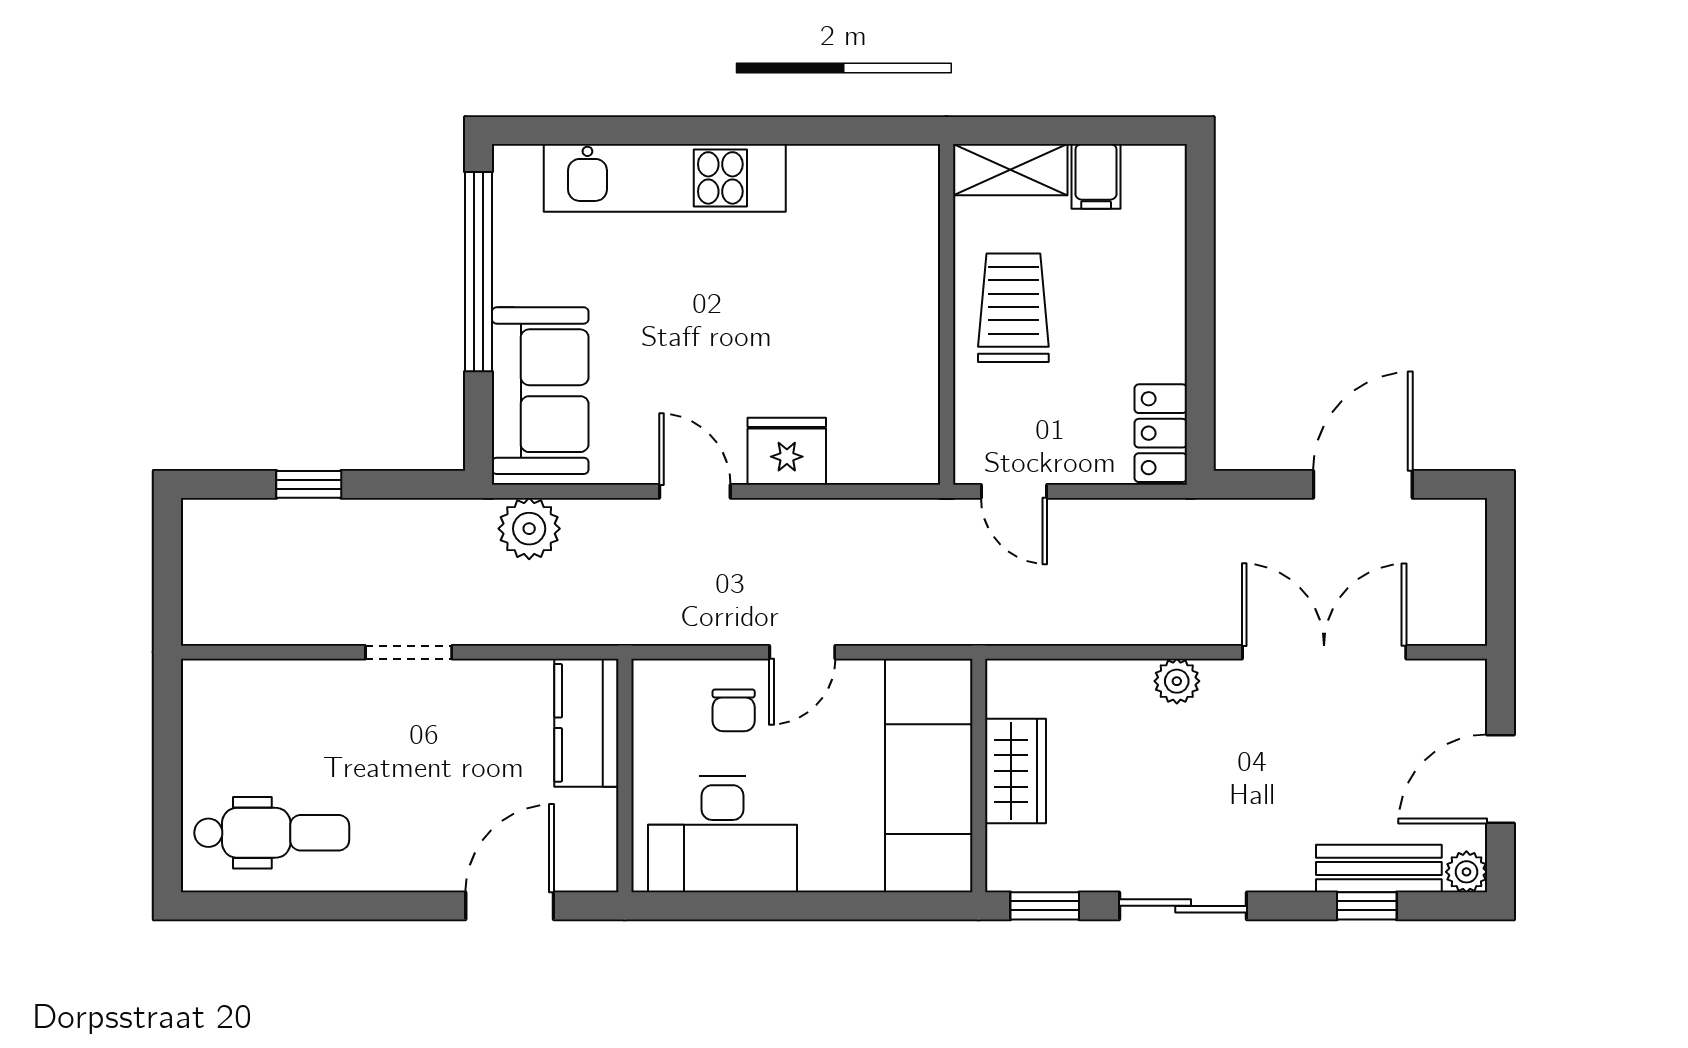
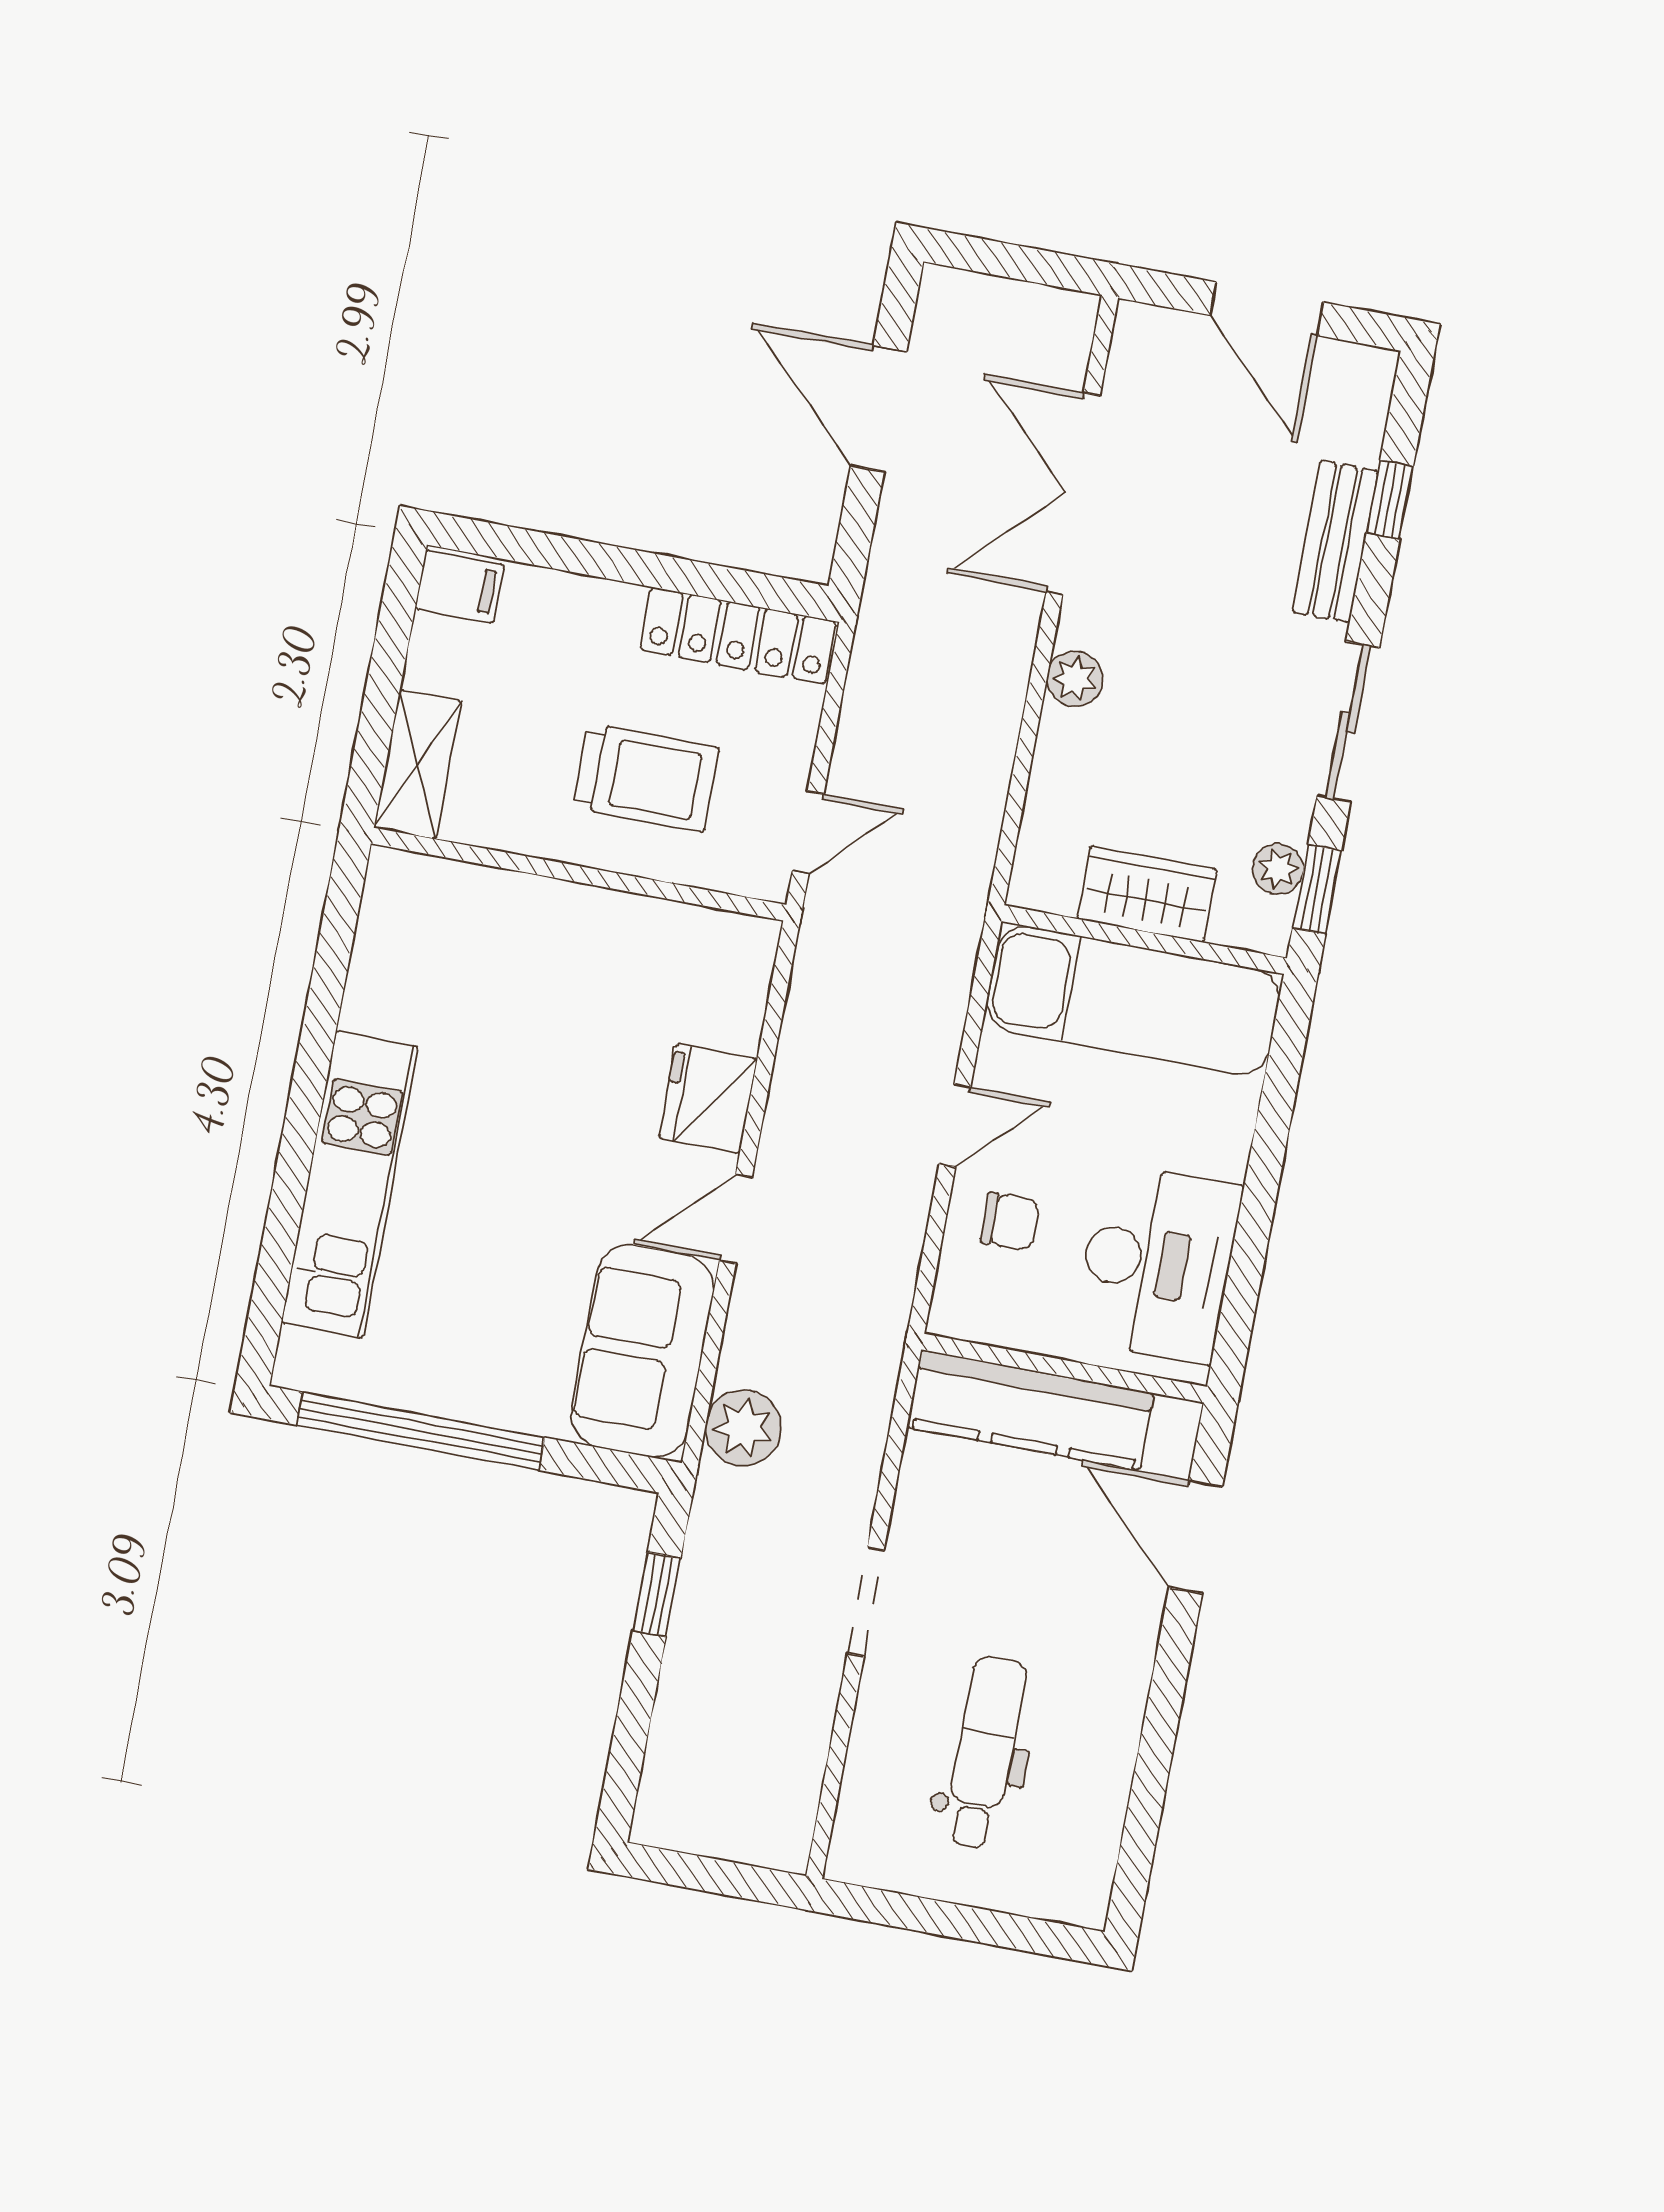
filing cabinet: (1096, 176) -> (459, 587), moved
trolley: (1013, 308) -> (646, 778), moved, turned 180
sofa: (540, 391) -> (642, 1351), moved, turned -90
locker: (1161, 433) -> (738, 636), width x1.53
window: (309, 484) -> (657, 1594), moved
door: (802, 652) -> (955, 1125), hinge flipped
kitchen counter: (586, 723) -> (1030, 1410), width x1.50
dental chair: (272, 833) -> (985, 1752), moved
bench: (1379, 868) -> (1335, 541), moved
plant: (1466, 872) -> (1278, 869), moved

